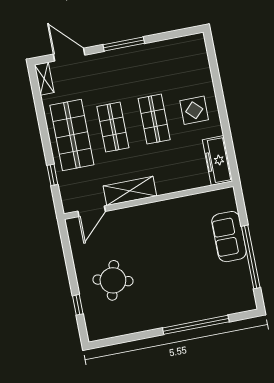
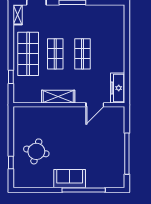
display table: (194, 110) -> (109, 53), removed
door: (92, 211) -> (95, 105), moved
sofa: (229, 237) -> (70, 179), moved, turned 90

